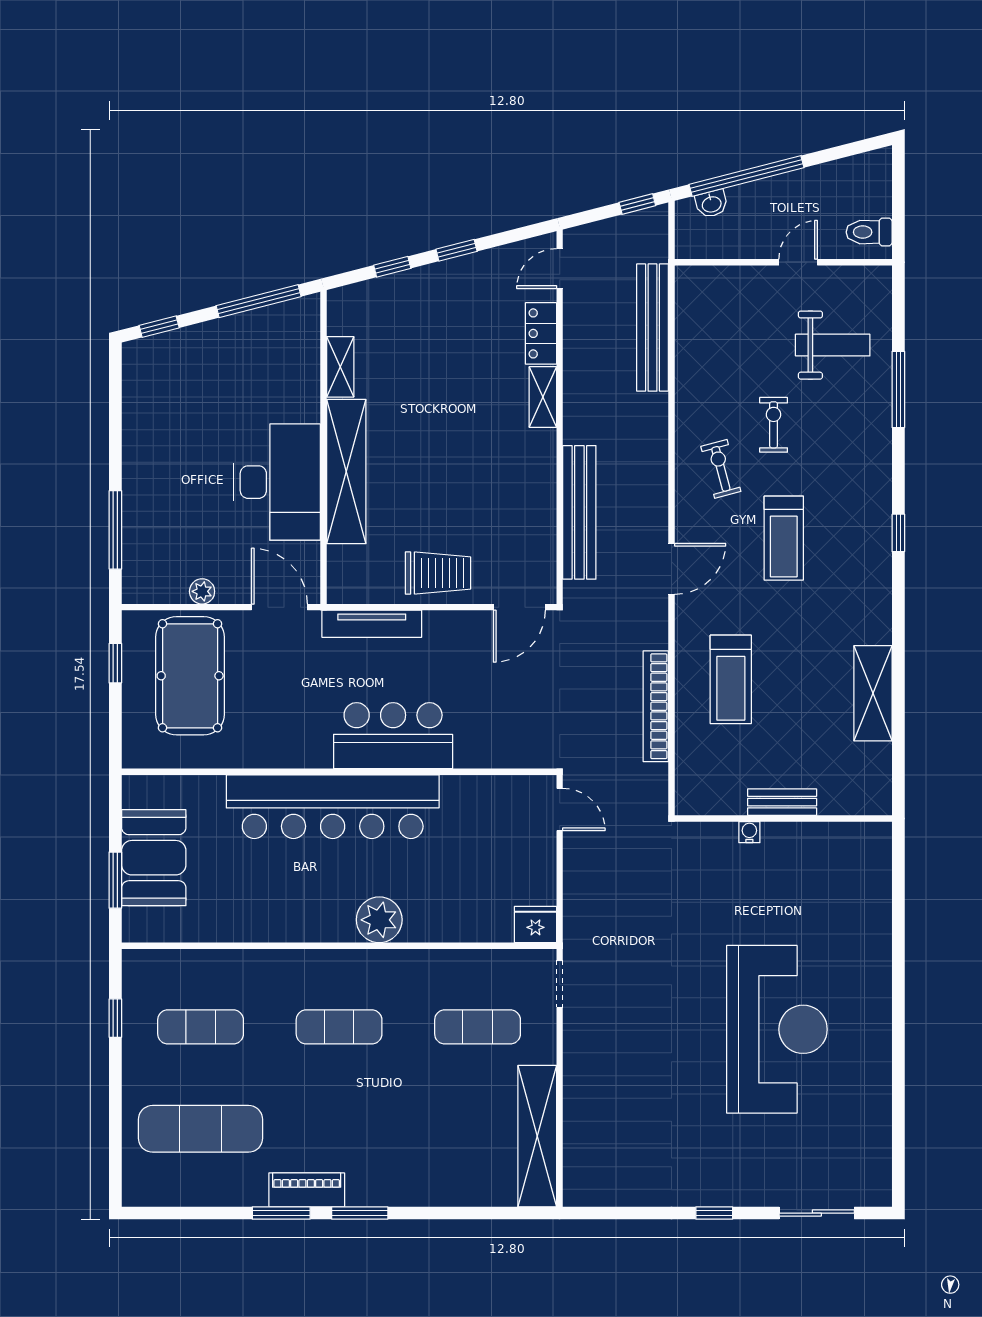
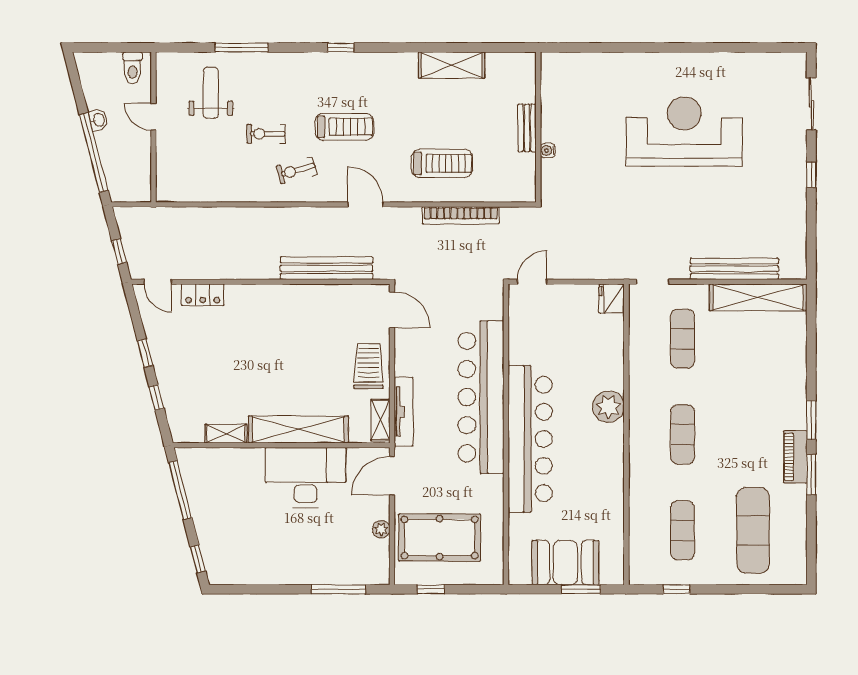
window: (637, 204) -> (119, 251), moved
washbasin: (711, 204) -> (98, 120), moved
bench: (653, 328) -> (734, 269), moved
shelving: (543, 397) -> (380, 420), moved, turned 90
bar counter: (393, 736) -> (481, 397), width x1.86

